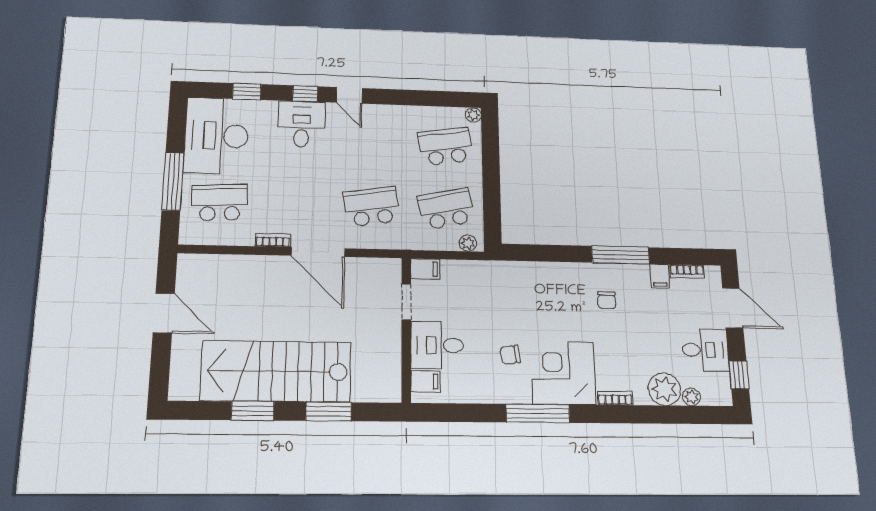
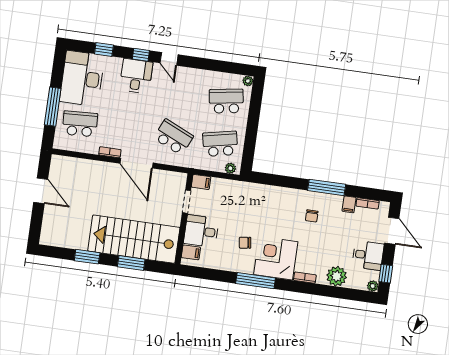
school desk: (372, 207) -> (173, 137), turned 33
stairs: (276, 371) -> (134, 239), moved
plant: (692, 397) -> (373, 286), moved

